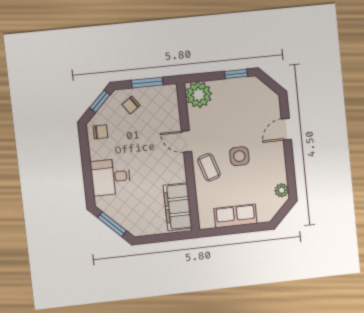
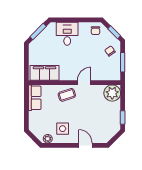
side table: (239, 156) -> (63, 129), moved
row of seats: (236, 216) -> (35, 98), moved

